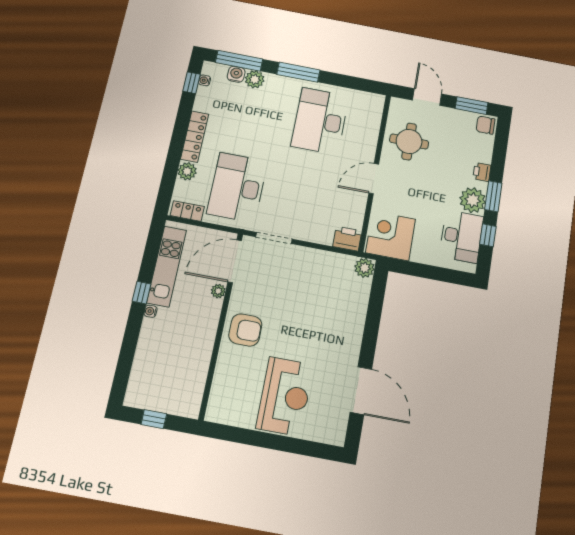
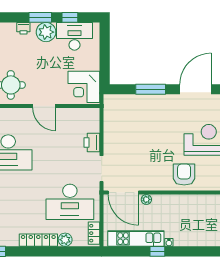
printer: (347, 239) -> (92, 143), moved
plant: (365, 268) -> (111, 101), removed
window: (372, 326) -> (151, 89), added
armchair: (245, 330) -> (184, 175), moved

